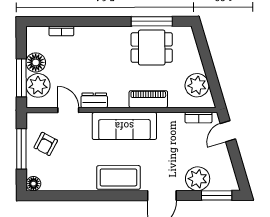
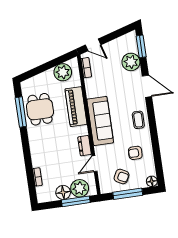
piano: (148, 99) -> (76, 107), width x1.37, depth x1.33
armchair: (75, 167) -> (135, 153), added
coffee table: (118, 177) -> (138, 120), width x0.54, depth x0.58

